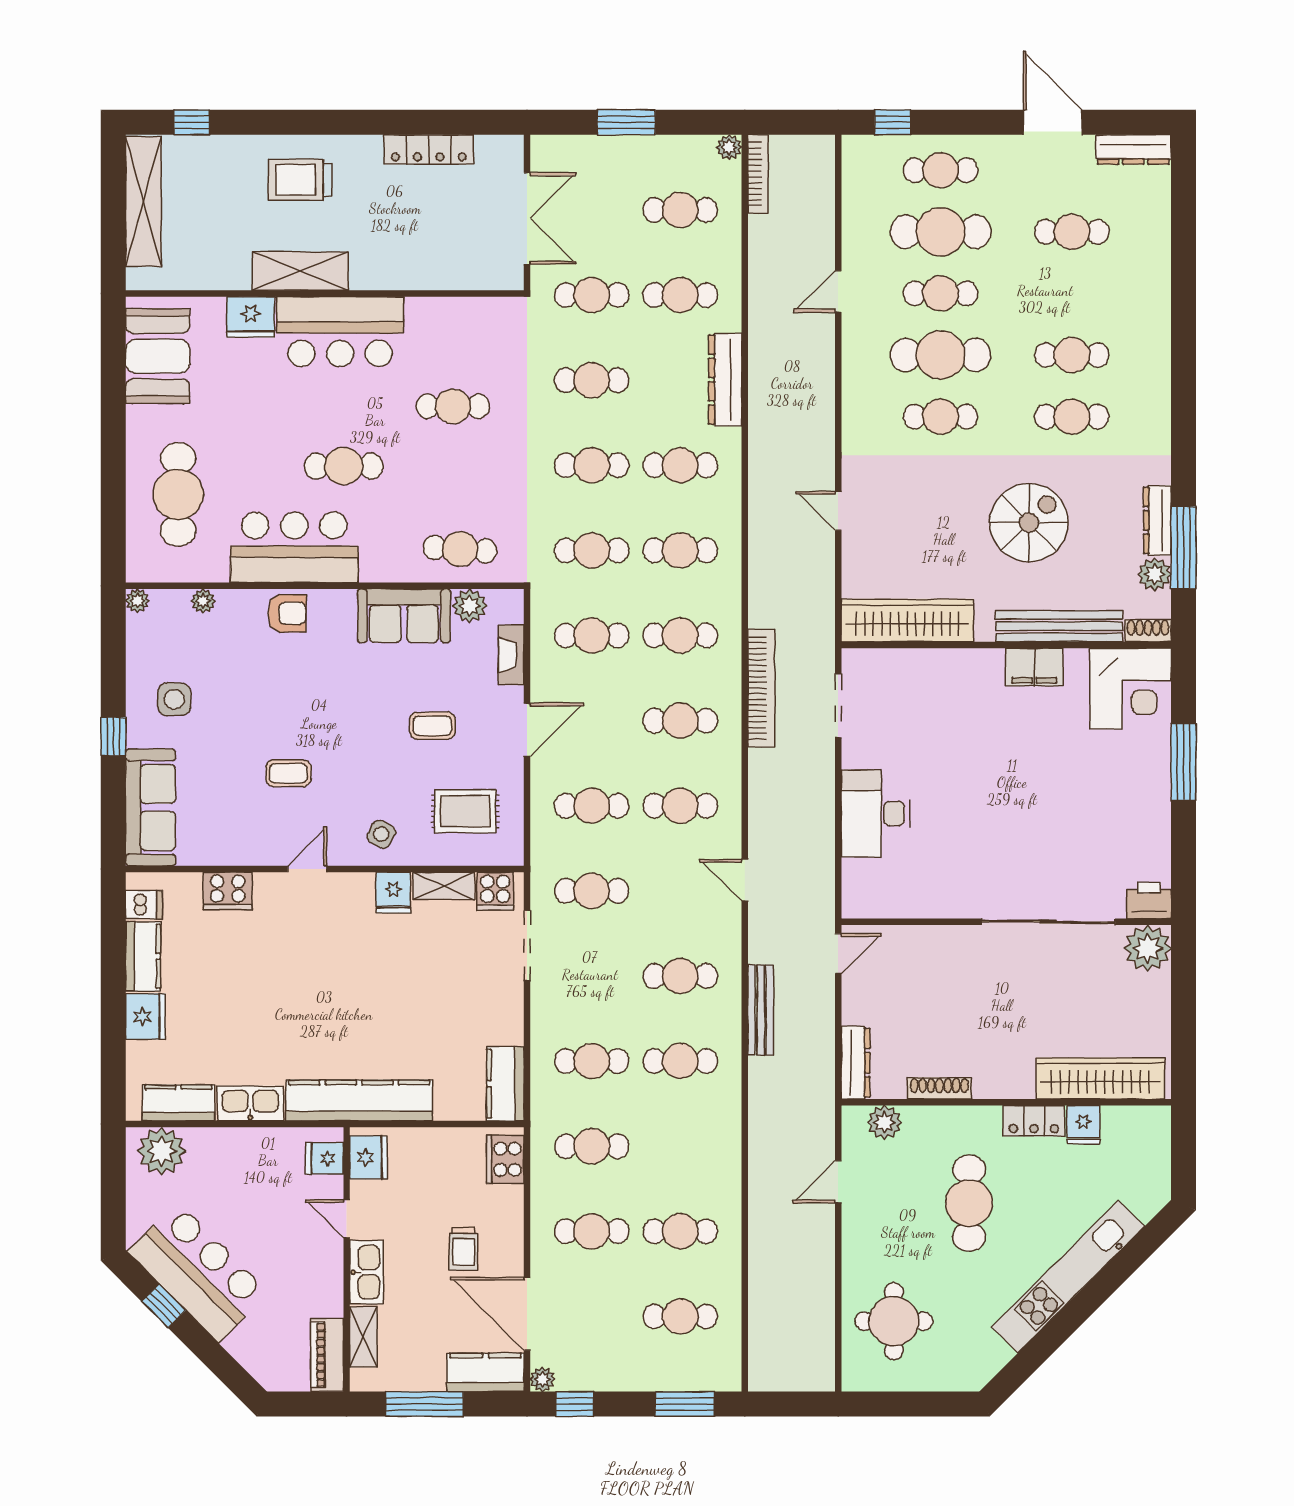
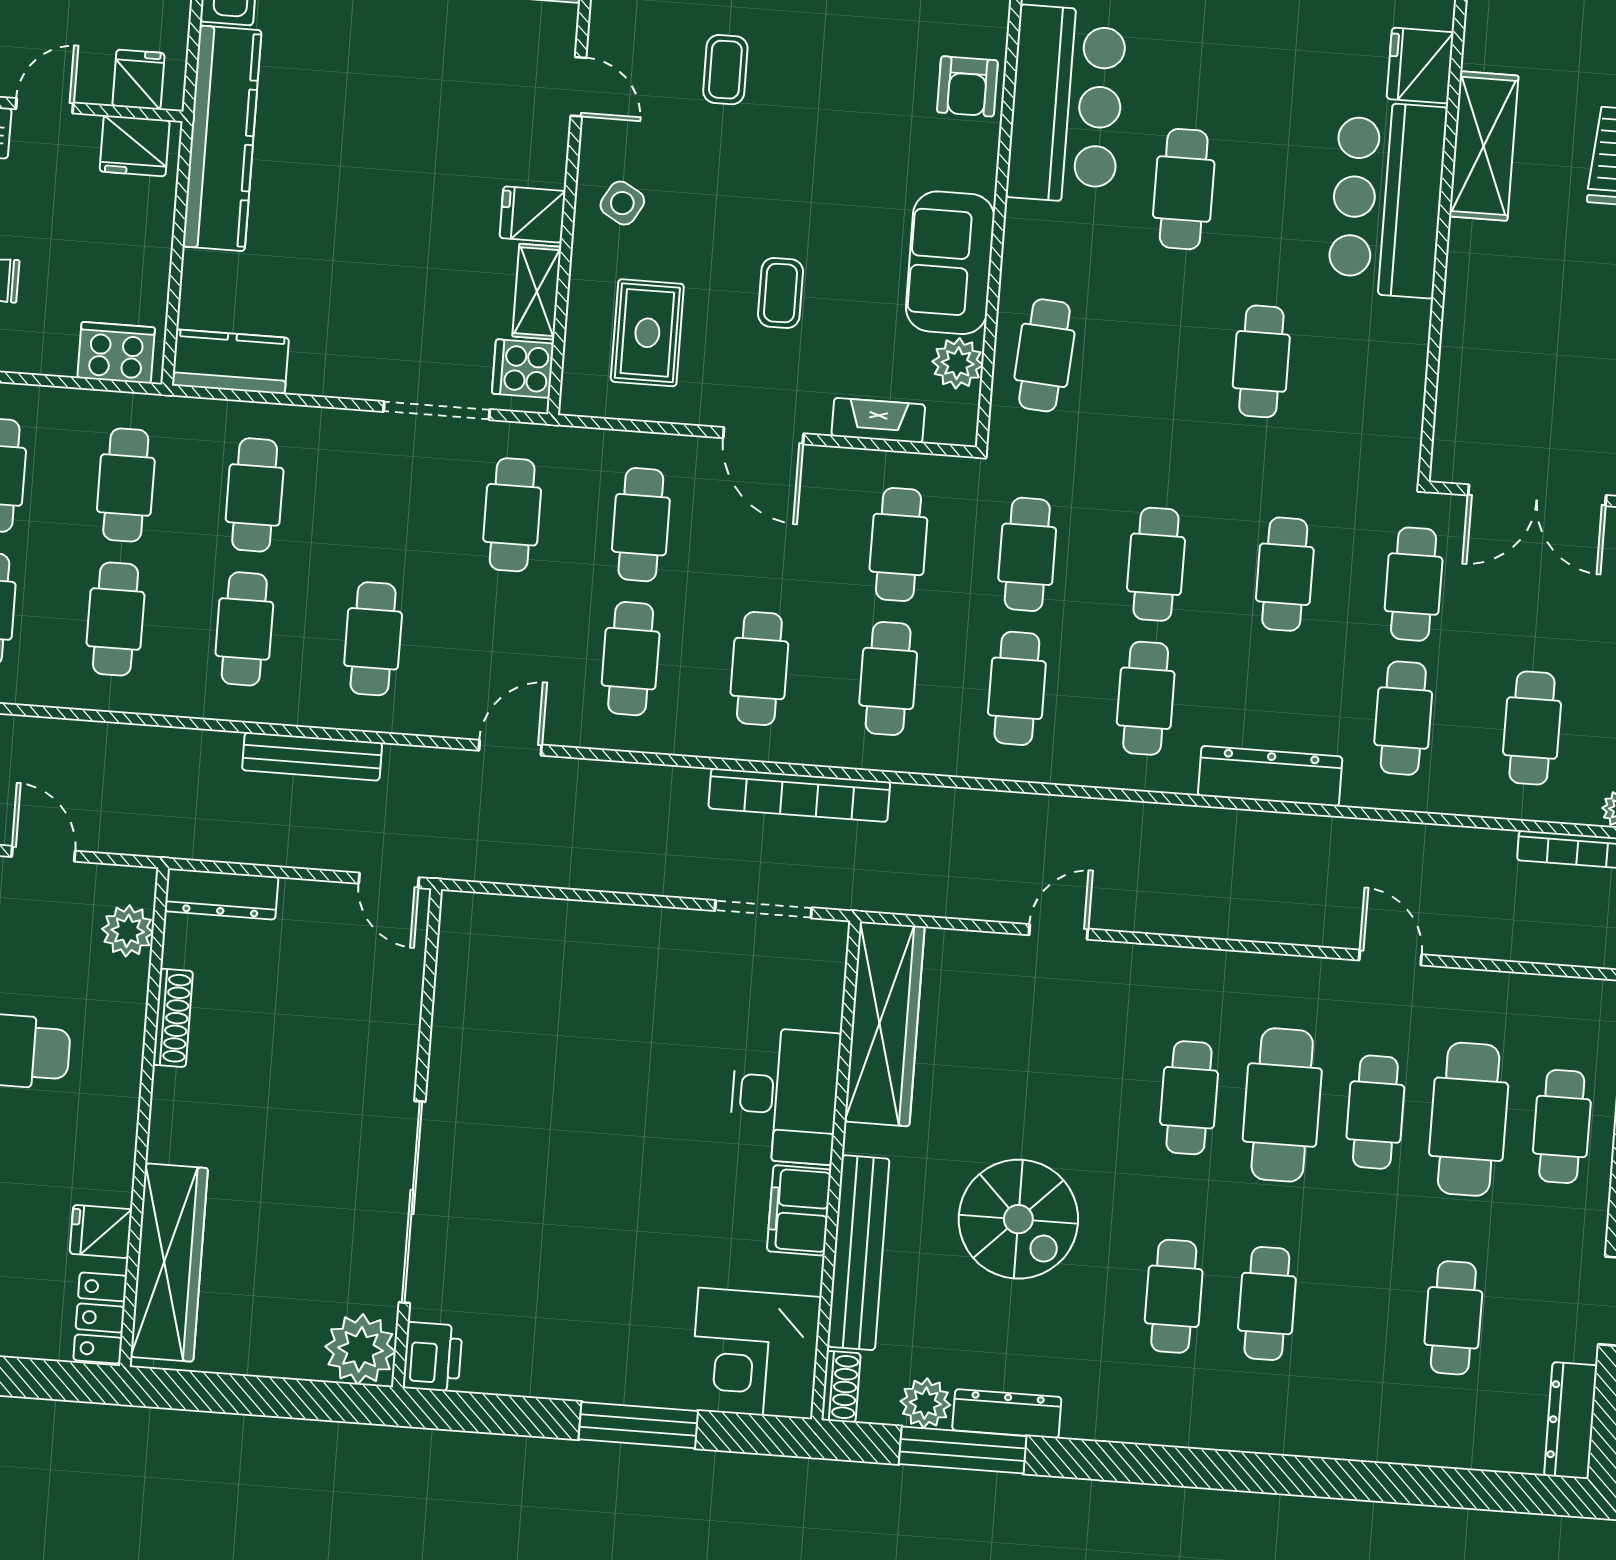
desk: (876, 813) -> (785, 1096), moved, turned 90
locker: (1034, 1121) -> (100, 1318), moved
cafe table: (680, 1146) -> (115, 619), added

